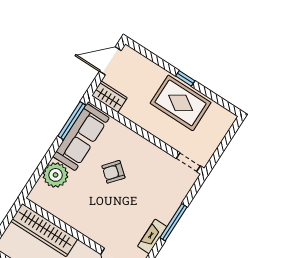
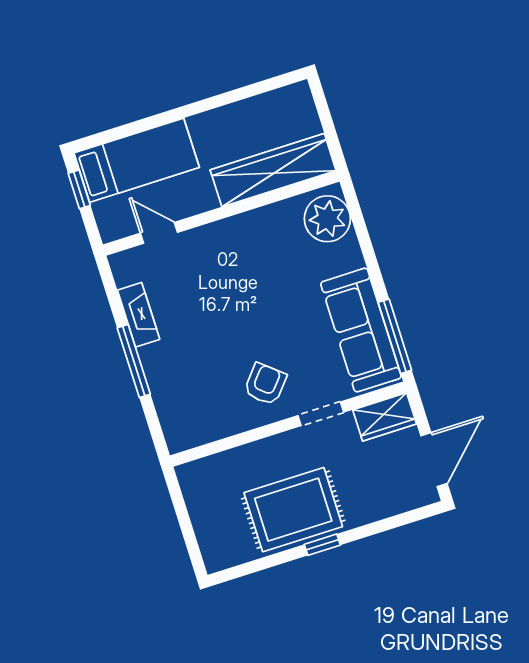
doorway: (188, 162) -> (321, 414), moved
armchair: (113, 172) -> (265, 384), moved
plant: (56, 175) -> (327, 219), moved

